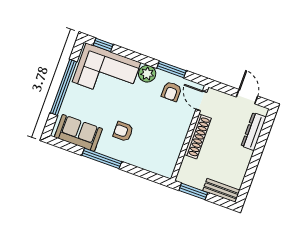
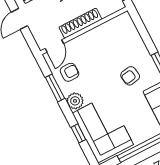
window: (103, 45) -> (78, 133), moved
armchair: (123, 131) -> (130, 76), turned 80

